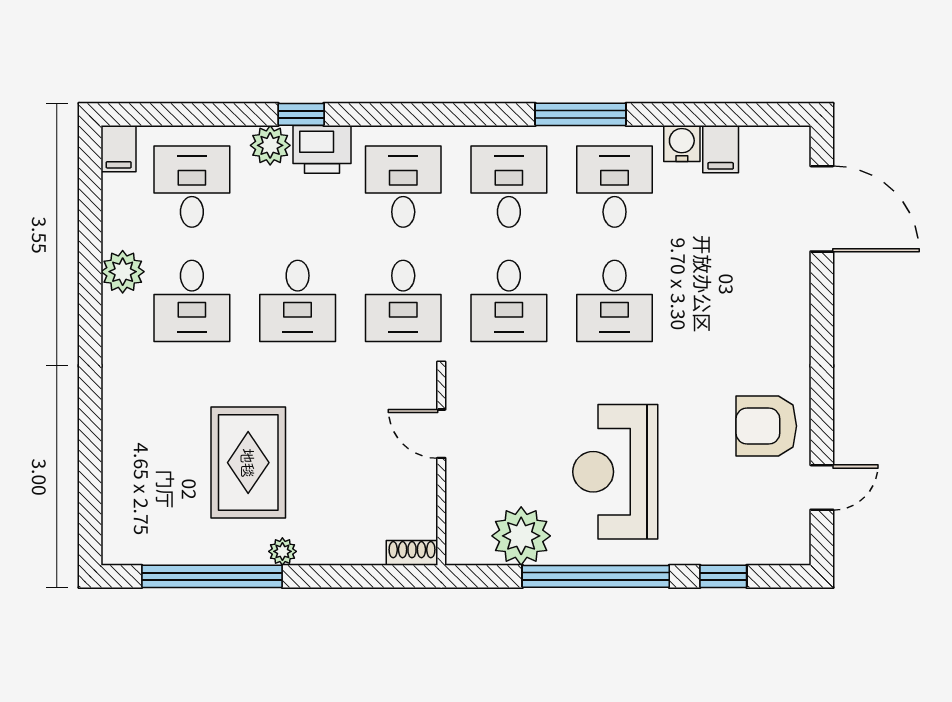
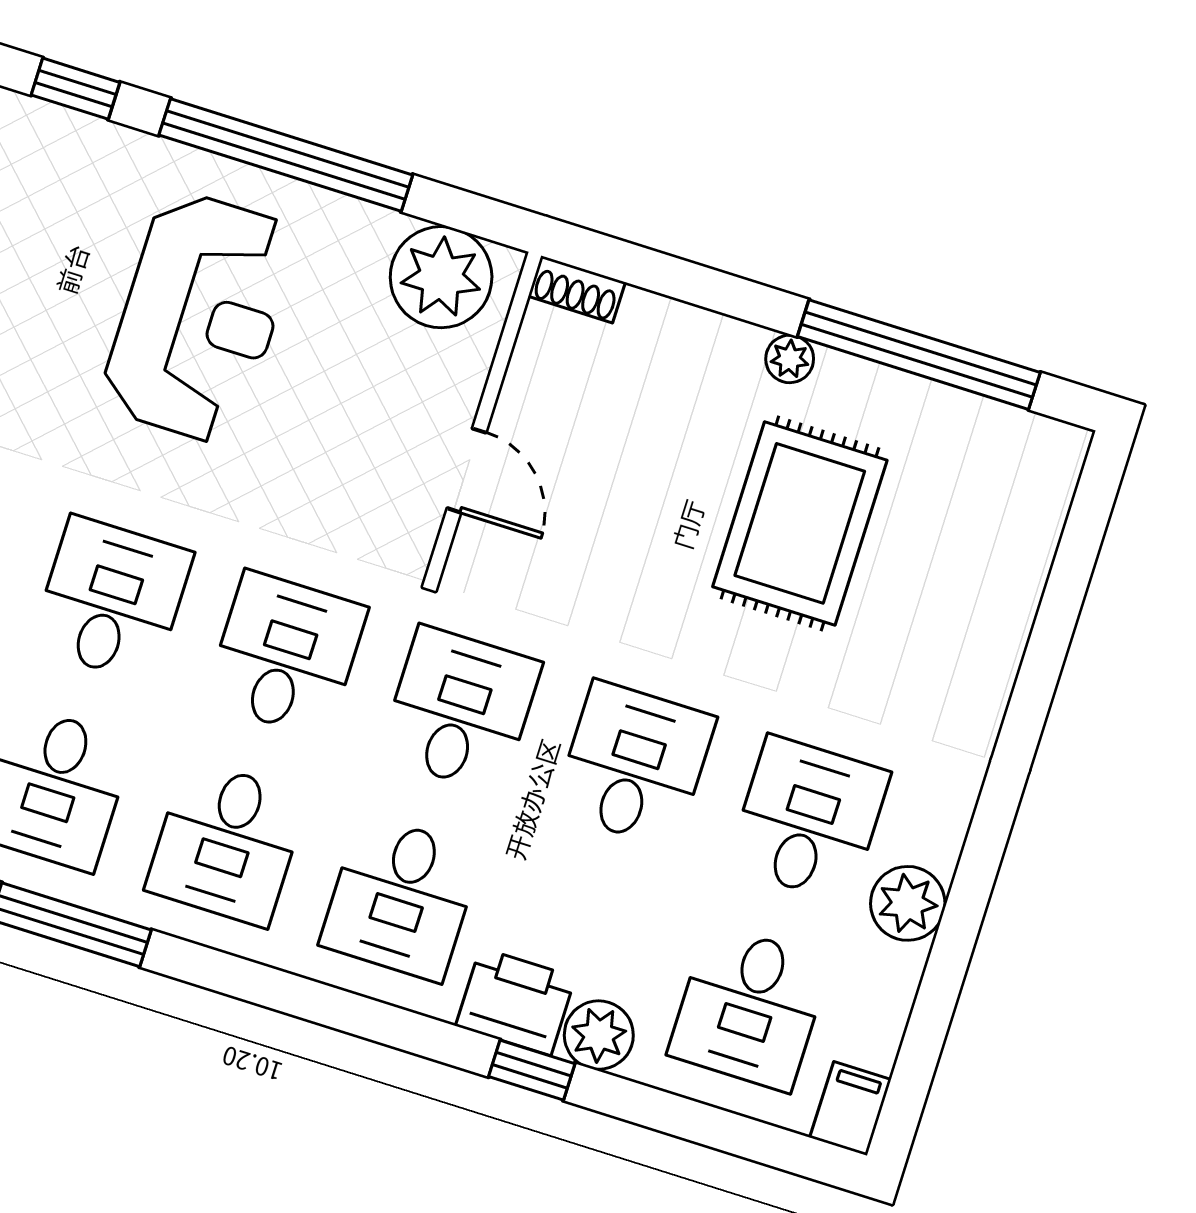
plant: (521, 536) -> (441, 277), moved

